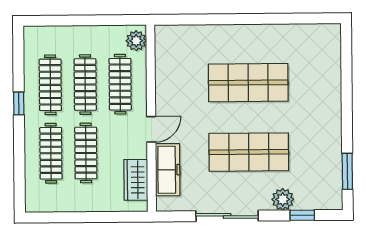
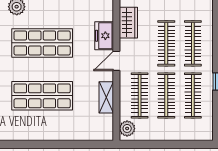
shelving: (164, 81) -> (106, 97), added
freezer: (168, 170) -> (104, 36), width x0.71

